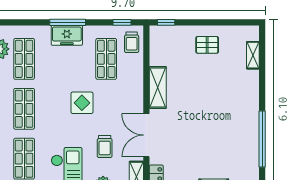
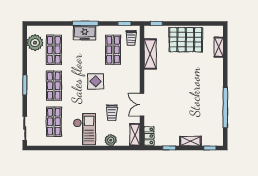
pallet: (207, 45) -> (186, 40), width x2.05, depth x2.00
shelving: (158, 87) -> (150, 54), moved
double door: (146, 135) -> (142, 105), width x0.73

